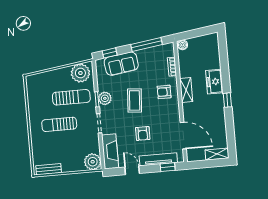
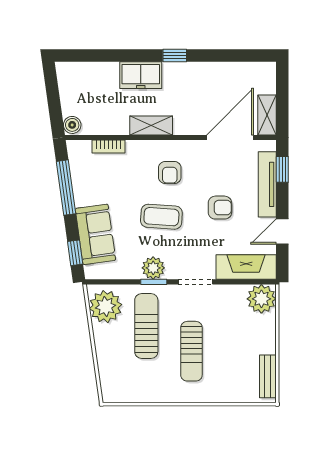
armchair: (164, 92) -> (170, 172), moved
shelving: (217, 154) -> (267, 115), moved

